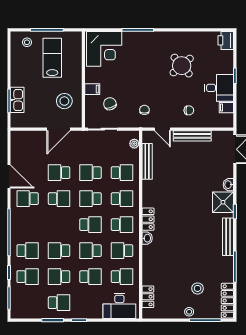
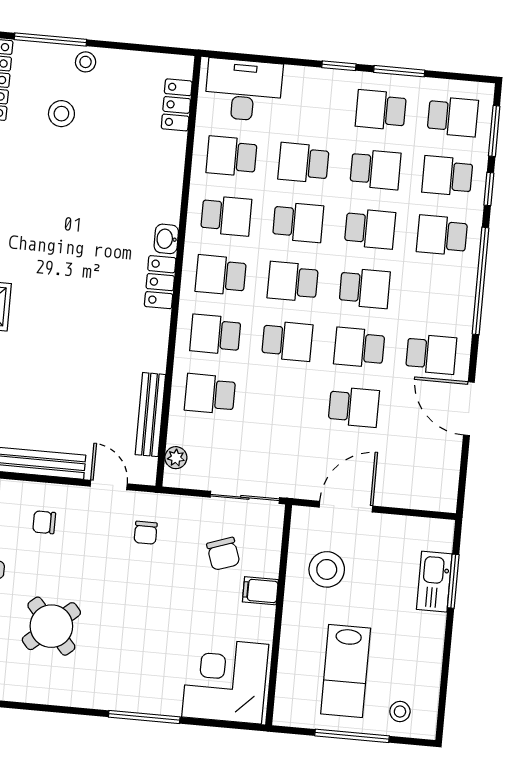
school desk: (91, 173) -> (365, 288), moved
school desk: (28, 303) -> (453, 117), added

